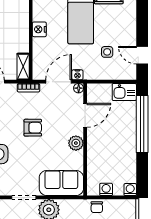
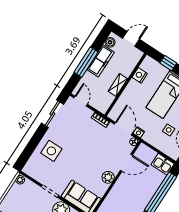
nightstand: (39, 29) -> (140, 75), moved
shelving: (23, 67) -> (118, 85), moved
door: (59, 82) -> (123, 129), hinge flipped
armchair: (33, 128) -> (86, 148), removed

